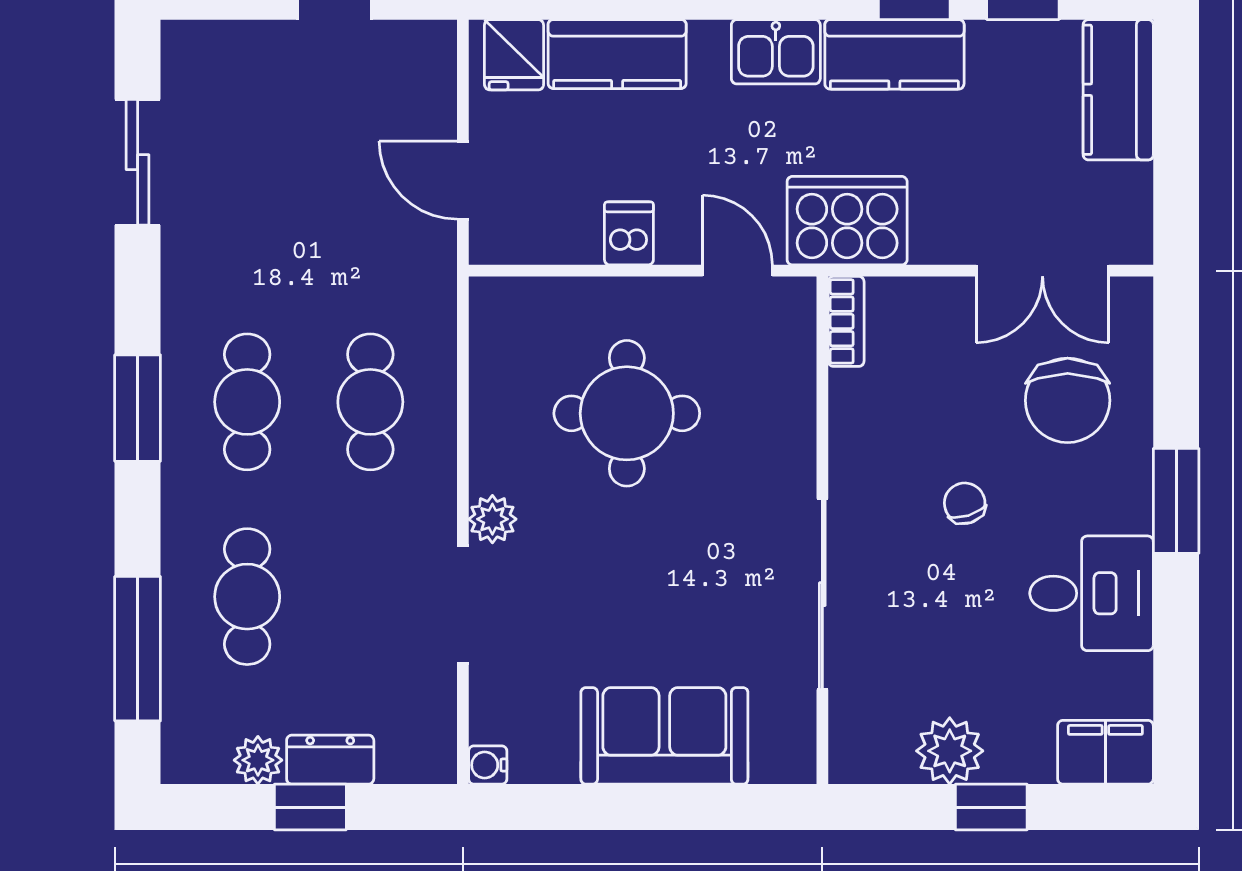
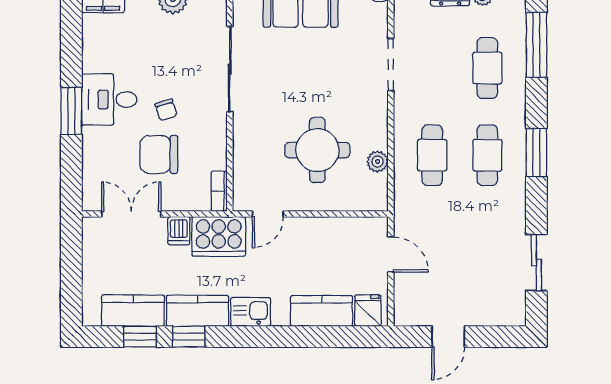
kitchen counter: (1118, 90) -> (133, 311), moved, turned -90
dishwasher: (629, 233) -> (179, 231), moved
door: (737, 271) -> (268, 214), hinge flipped
chair: (1068, 400) -> (159, 154), moved, turned -90
plant: (492, 519) -> (378, 162), moved
desk: (1092, 593) -> (109, 99), moved

